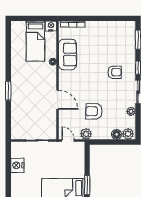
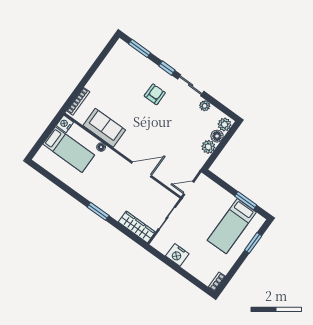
armchair: (94, 111) -> (178, 142), removed
wardrobe: (17, 125) -> (137, 227), added
plant: (86, 134) -> (208, 147), moved

